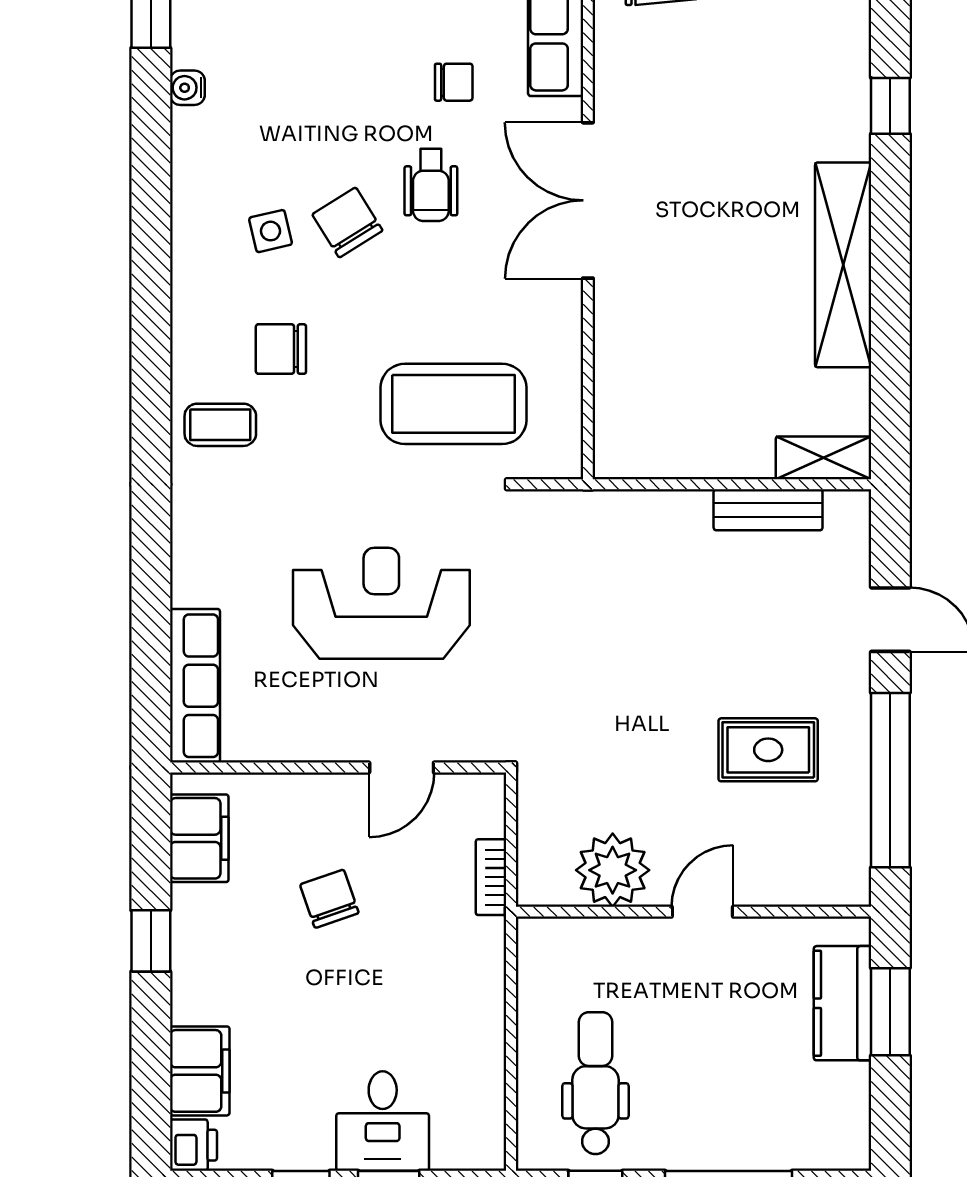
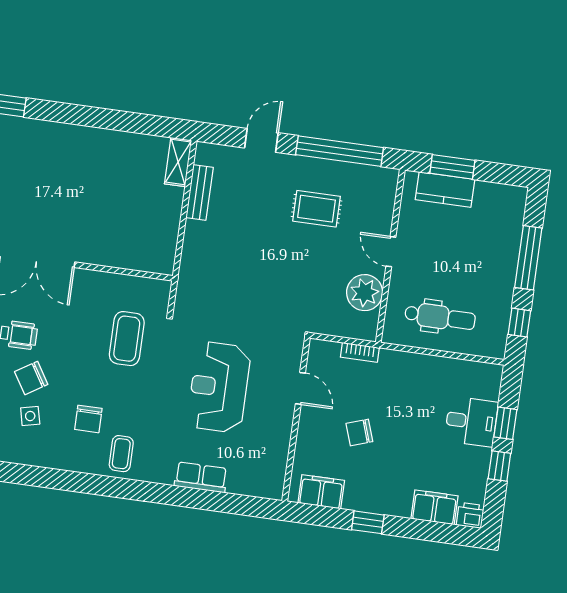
shelving: (843, 265) -> (85, 139), removed
coffee table: (454, 404) -> (127, 339), width x0.73, depth x0.76
row of seats: (195, 686) -> (201, 477), moved, width x0.68
rug: (768, 750) -> (317, 209), turned 90
dental chair: (595, 1083) -> (440, 317), moved, turned 180

